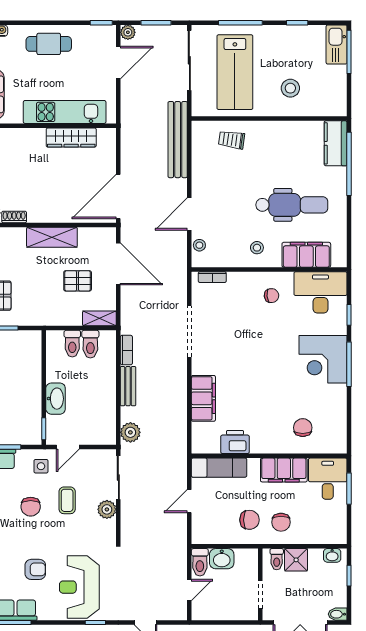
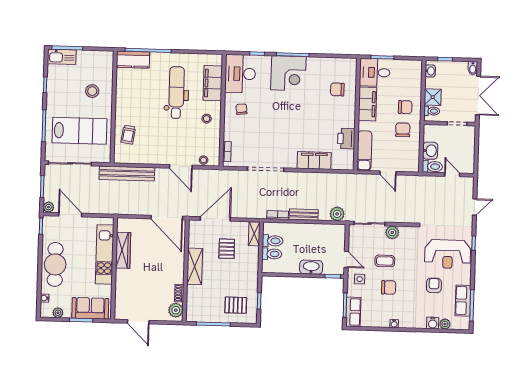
cafe table: (49, 44) -> (55, 264), width x1.37, depth x1.35

